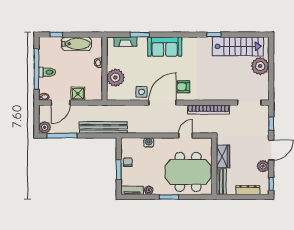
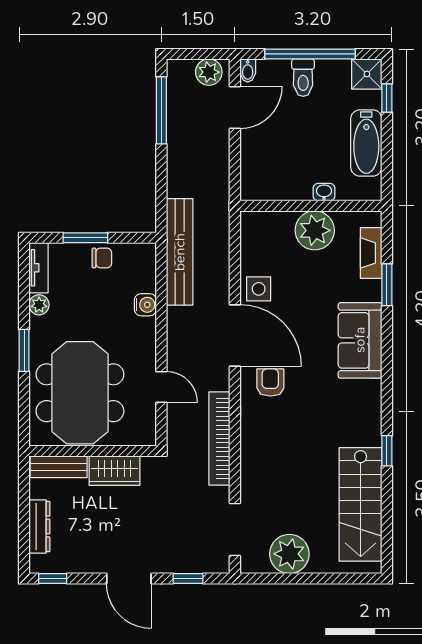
plant: (260, 66) -> (289, 554), moved
plant: (115, 78) -> (315, 230), moved
shower: (78, 94) -> (367, 74), moved
door: (60, 103) -> (235, 108), swing flipped
plant: (45, 127) -> (209, 72), moved
bench: (103, 127) -> (180, 252), moved
plant: (263, 166) -> (93, 560), removed

